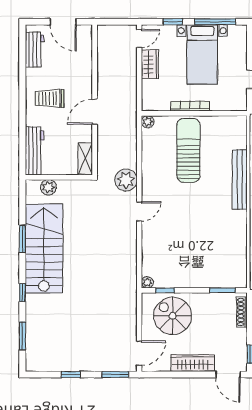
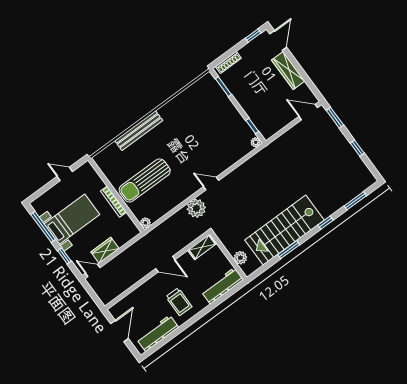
workbench: (34, 50) -> (158, 333), width x1.38
spiral stairs: (173, 316) -> (266, 108), removed

